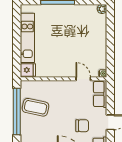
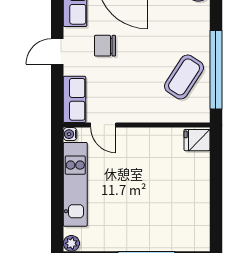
kitchen unit: (27, 38) -> (75, 184), moved, turned 180
coffee table: (36, 107) -> (184, 77), turned -69

